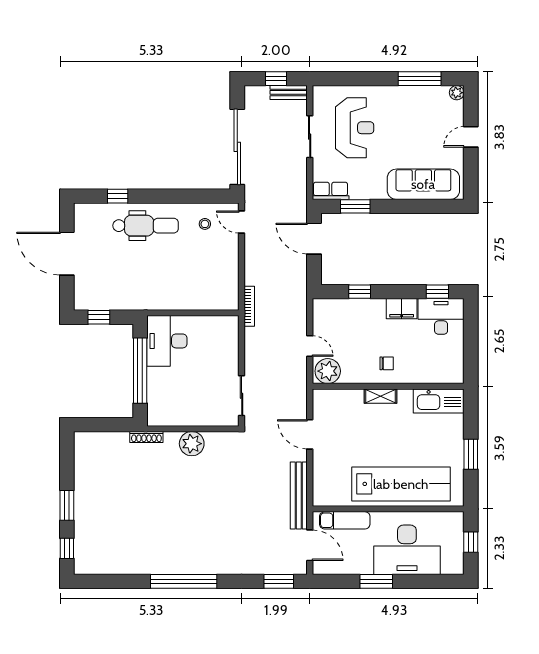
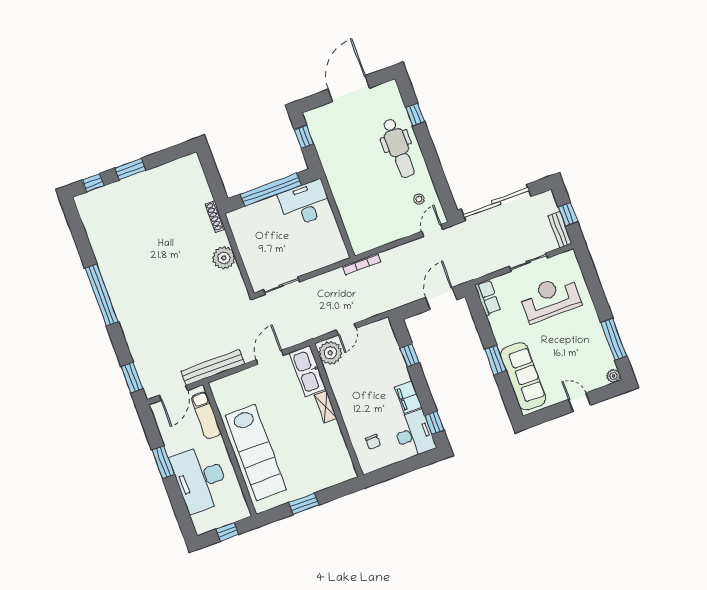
reception desk: (355, 128) -> (550, 299), turned 180
window: (355, 206) -> (495, 360), moved
chair: (387, 363) -> (373, 442), moved
kitchen sink: (439, 401) -> (308, 371), moved

